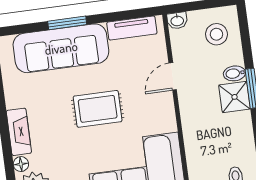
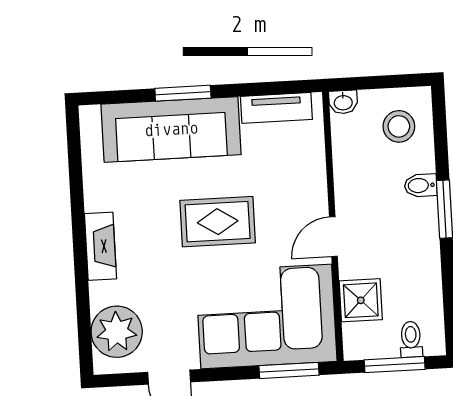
door: (173, 76) -> (333, 237), moved
shower: (235, 97) -> (361, 300), moved
floor lamp: (21, 164) -> (100, 293), removed

